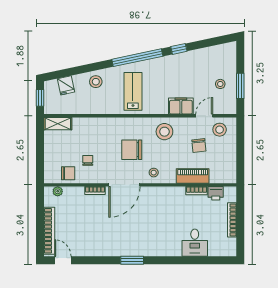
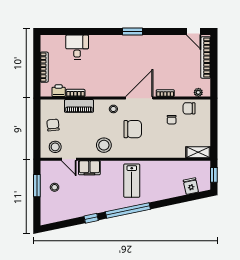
stool: (96, 82) -> (165, 189), removed
door: (204, 116) -> (69, 159), hinge flipped
chair: (199, 145) -> (53, 125), moved

